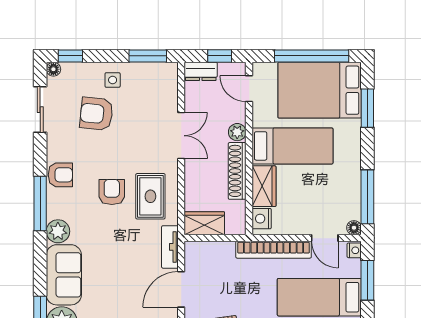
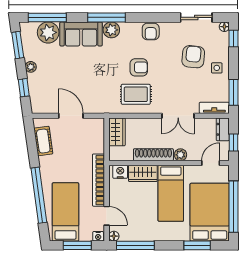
window: (40, 204) -> (106, 17), moved
door: (325, 238) -> (107, 216), swing flipped
tv unit: (170, 247) -> (214, 108), moved

